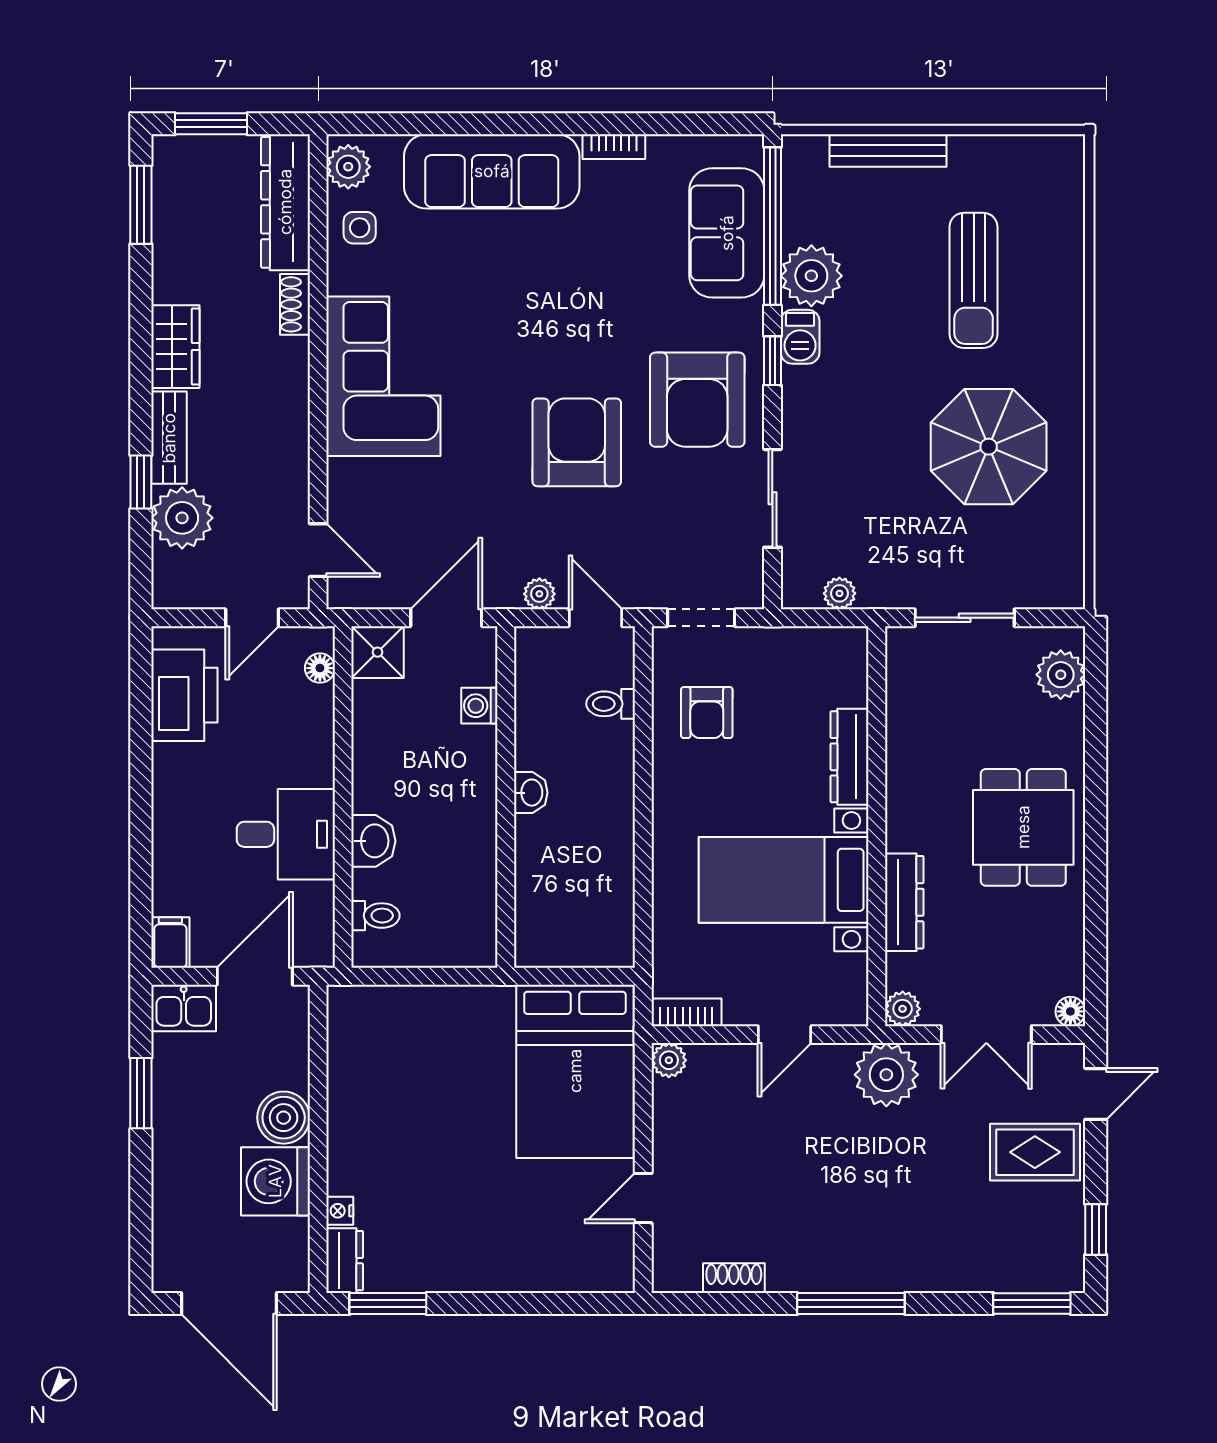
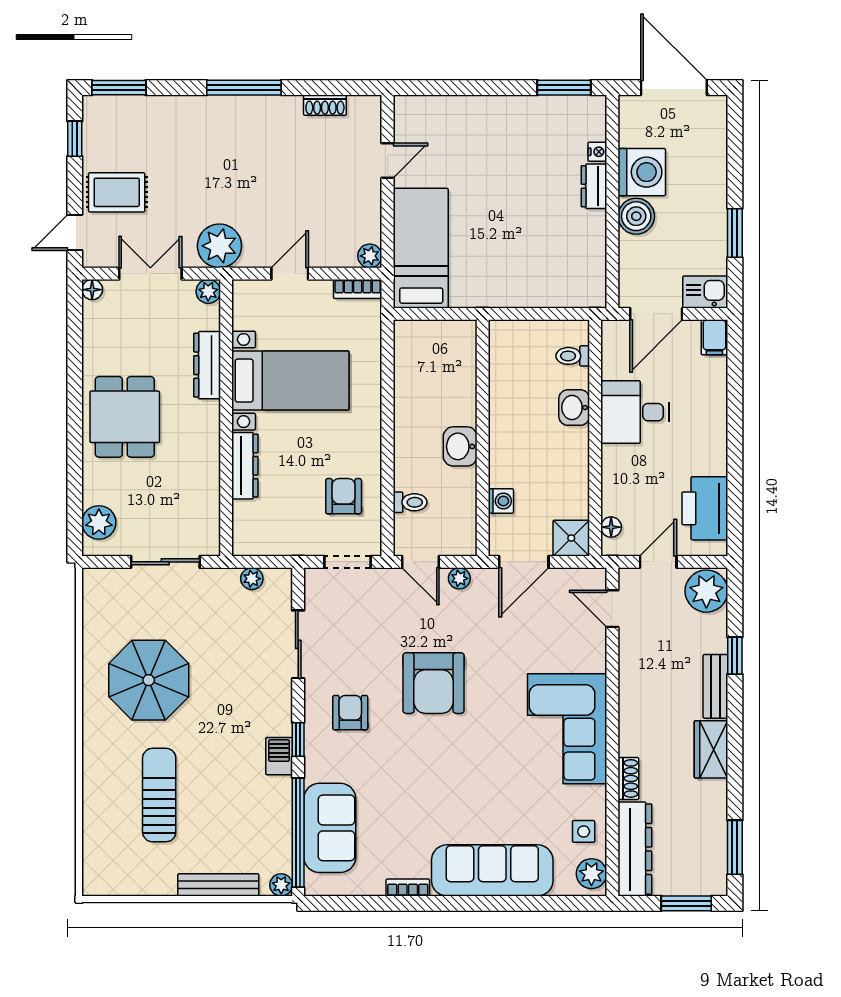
plant: (811, 276) -> (281, 885), moved, width x0.53, depth x0.53
armchair: (697, 400) -> (350, 713), width x0.53, depth x0.53
plant: (182, 518) -> (706, 591), moved
washbasin: (531, 793) -> (460, 446), width x1.38, depth x1.45
bed: (575, 1071) -> (421, 248), width x0.67
dresser: (345, 1261) -> (594, 186), moved

